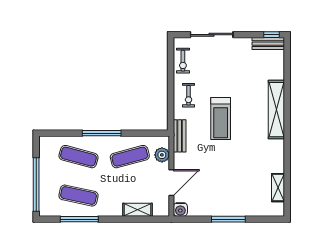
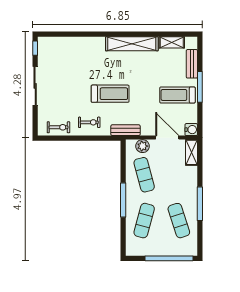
sliding door: (212, 35) -> (35, 86), moved
bench: (268, 44) -> (192, 64), moved
shelving: (276, 110) -> (132, 44), moved
treadmill: (219, 194) -> (177, 95), added
exercise mat: (79, 196) -> (179, 221), turned -30
shelving: (138, 210) -> (192, 152), moved
window: (79, 219) -> (200, 204), moved

